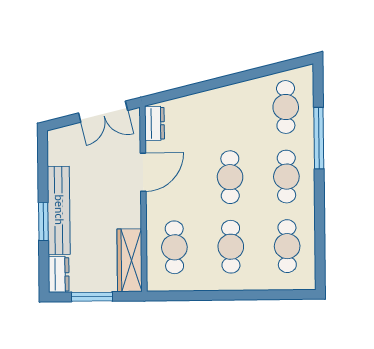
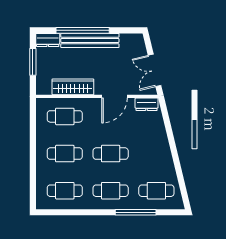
door: (143, 172) -> (114, 96), hinge flipped
window: (43, 222) -> (83, 30), width x2.11
wardrobe: (130, 260) -> (73, 87), moved

